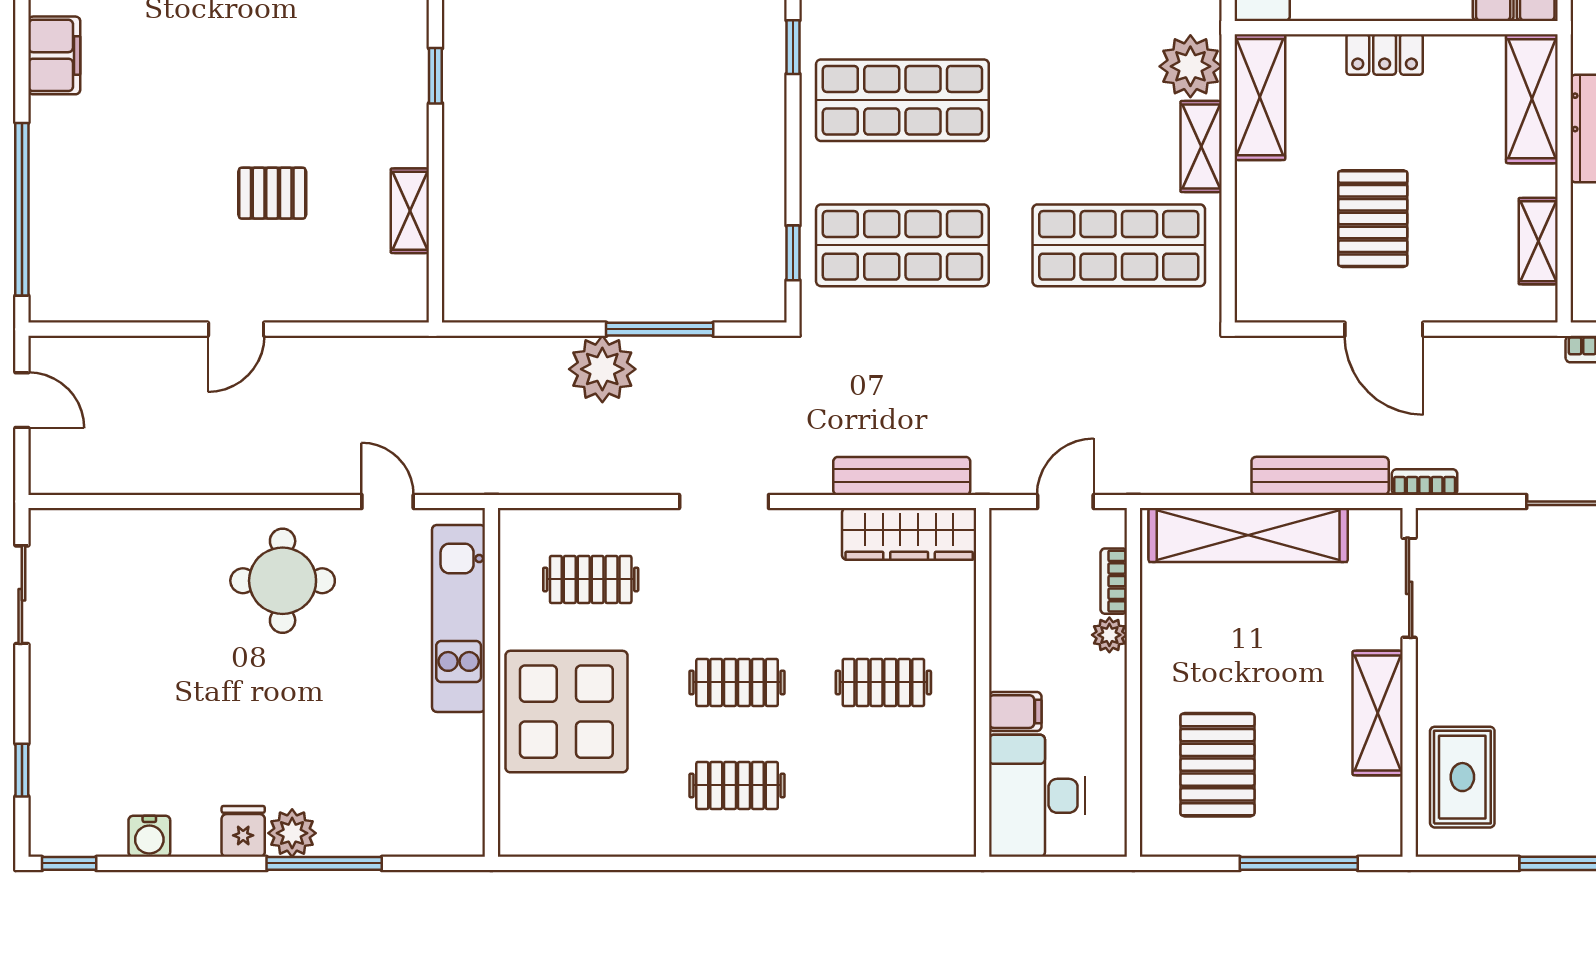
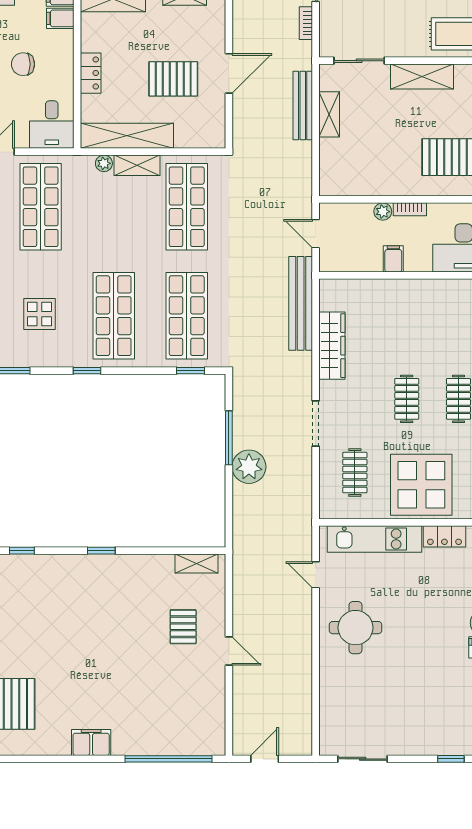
plant: (1190, 66) -> (104, 163), width x0.53, depth x0.53
shelving: (1260, 97) -> (127, 136), width x1.47
pallet: (272, 193) -> (183, 627), moved
shelving: (410, 211) -> (196, 564), moved
bench: (902, 476) -> (301, 303), width x1.37, depth x1.21
bookcase: (1425, 482) -> (306, 23), moved
door: (388, 502) -> (316, 575), hinge flipped
doorway: (724, 502) -> (316, 424), moved
wardrobe: (909, 534) -> (332, 346), moved
shelving: (1248, 535) -> (329, 114), width x0.45, depth x0.75
bookcase: (1114, 581) -> (410, 209), moved
clothes rail: (883, 682) -> (407, 325), removed
filing cabinet: (1015, 712) -> (393, 259), moved
locker: (464, 758) -> (444, 536), added

